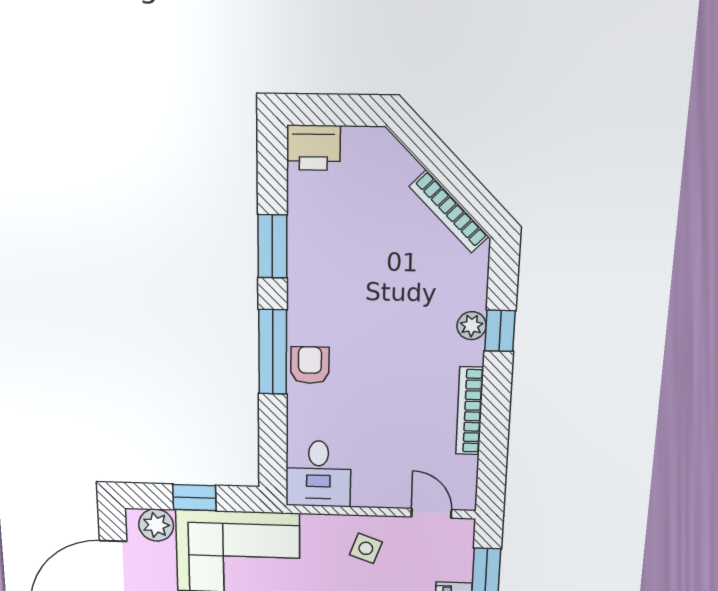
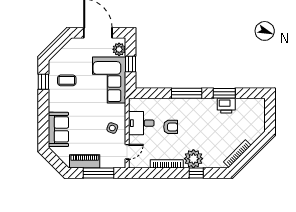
printer: (313, 148) -> (226, 106), moved, turned -90
plant: (472, 326) -> (193, 159), width x1.88, depth x1.88
armchair: (310, 365) -> (171, 127), moved
desk: (318, 474) -> (141, 123), moved

